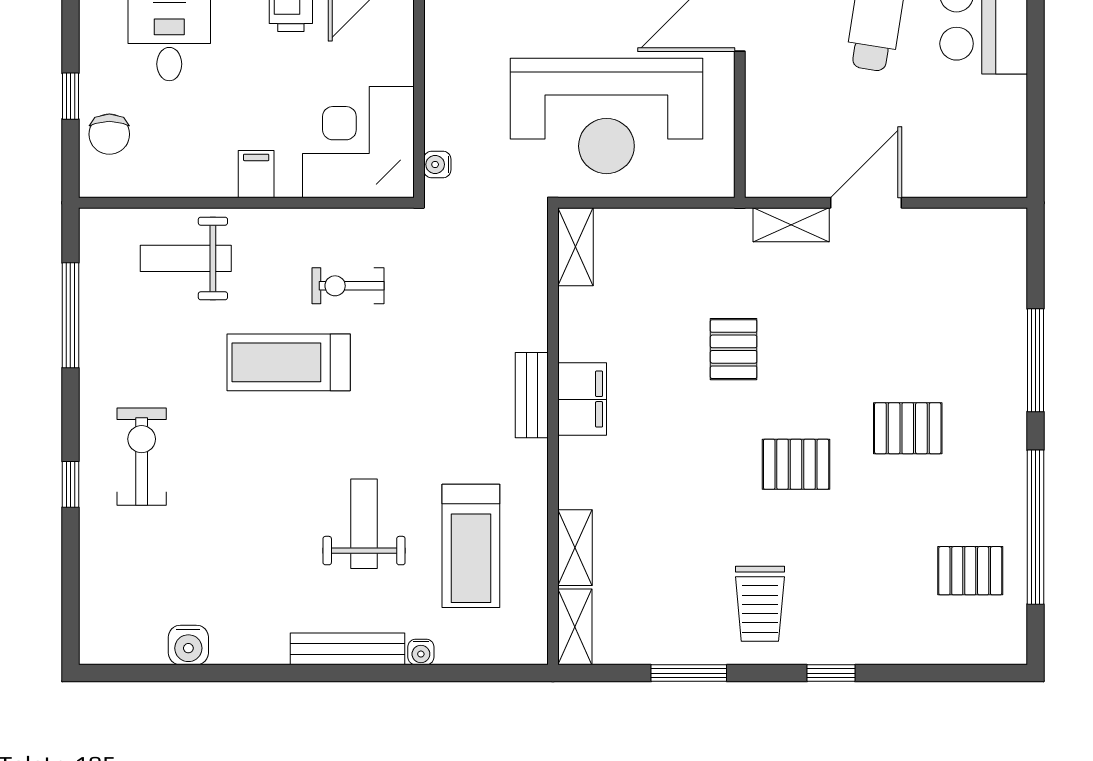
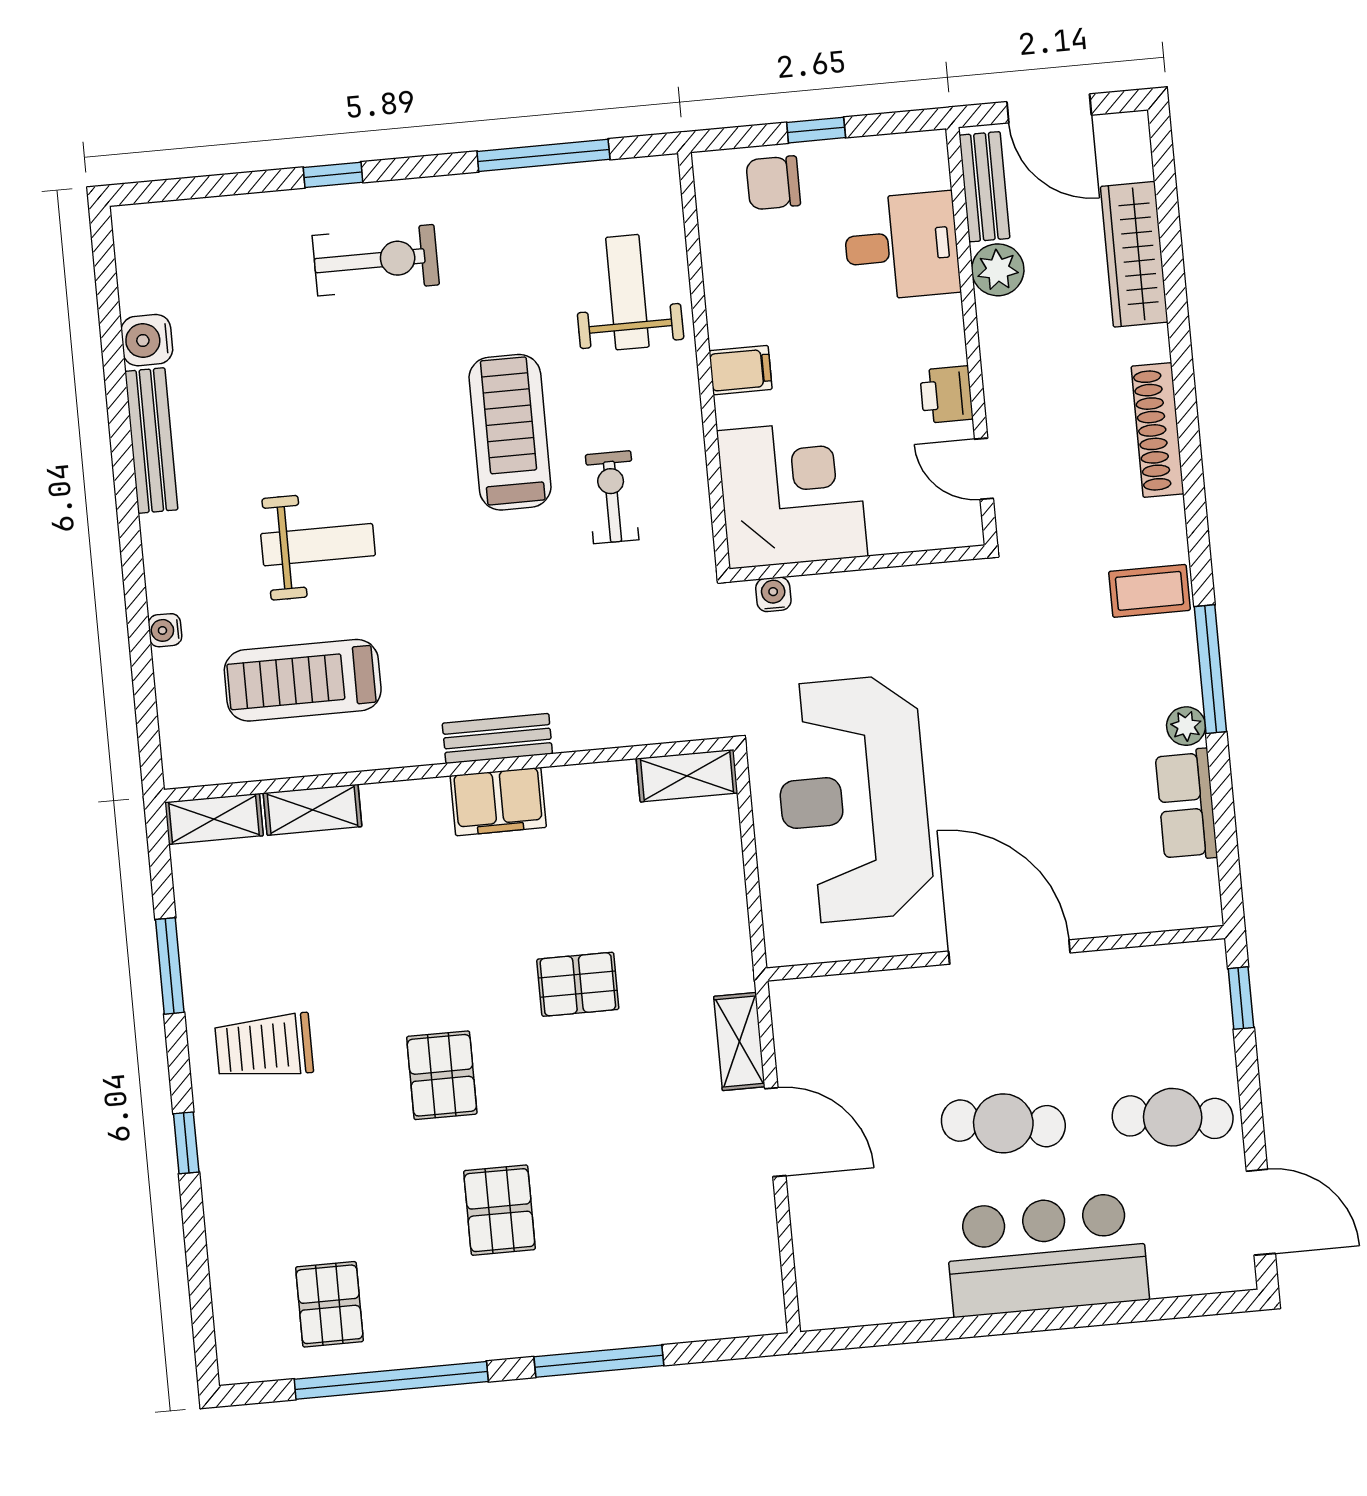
bench: (348, 649) -> (151, 441), moved

